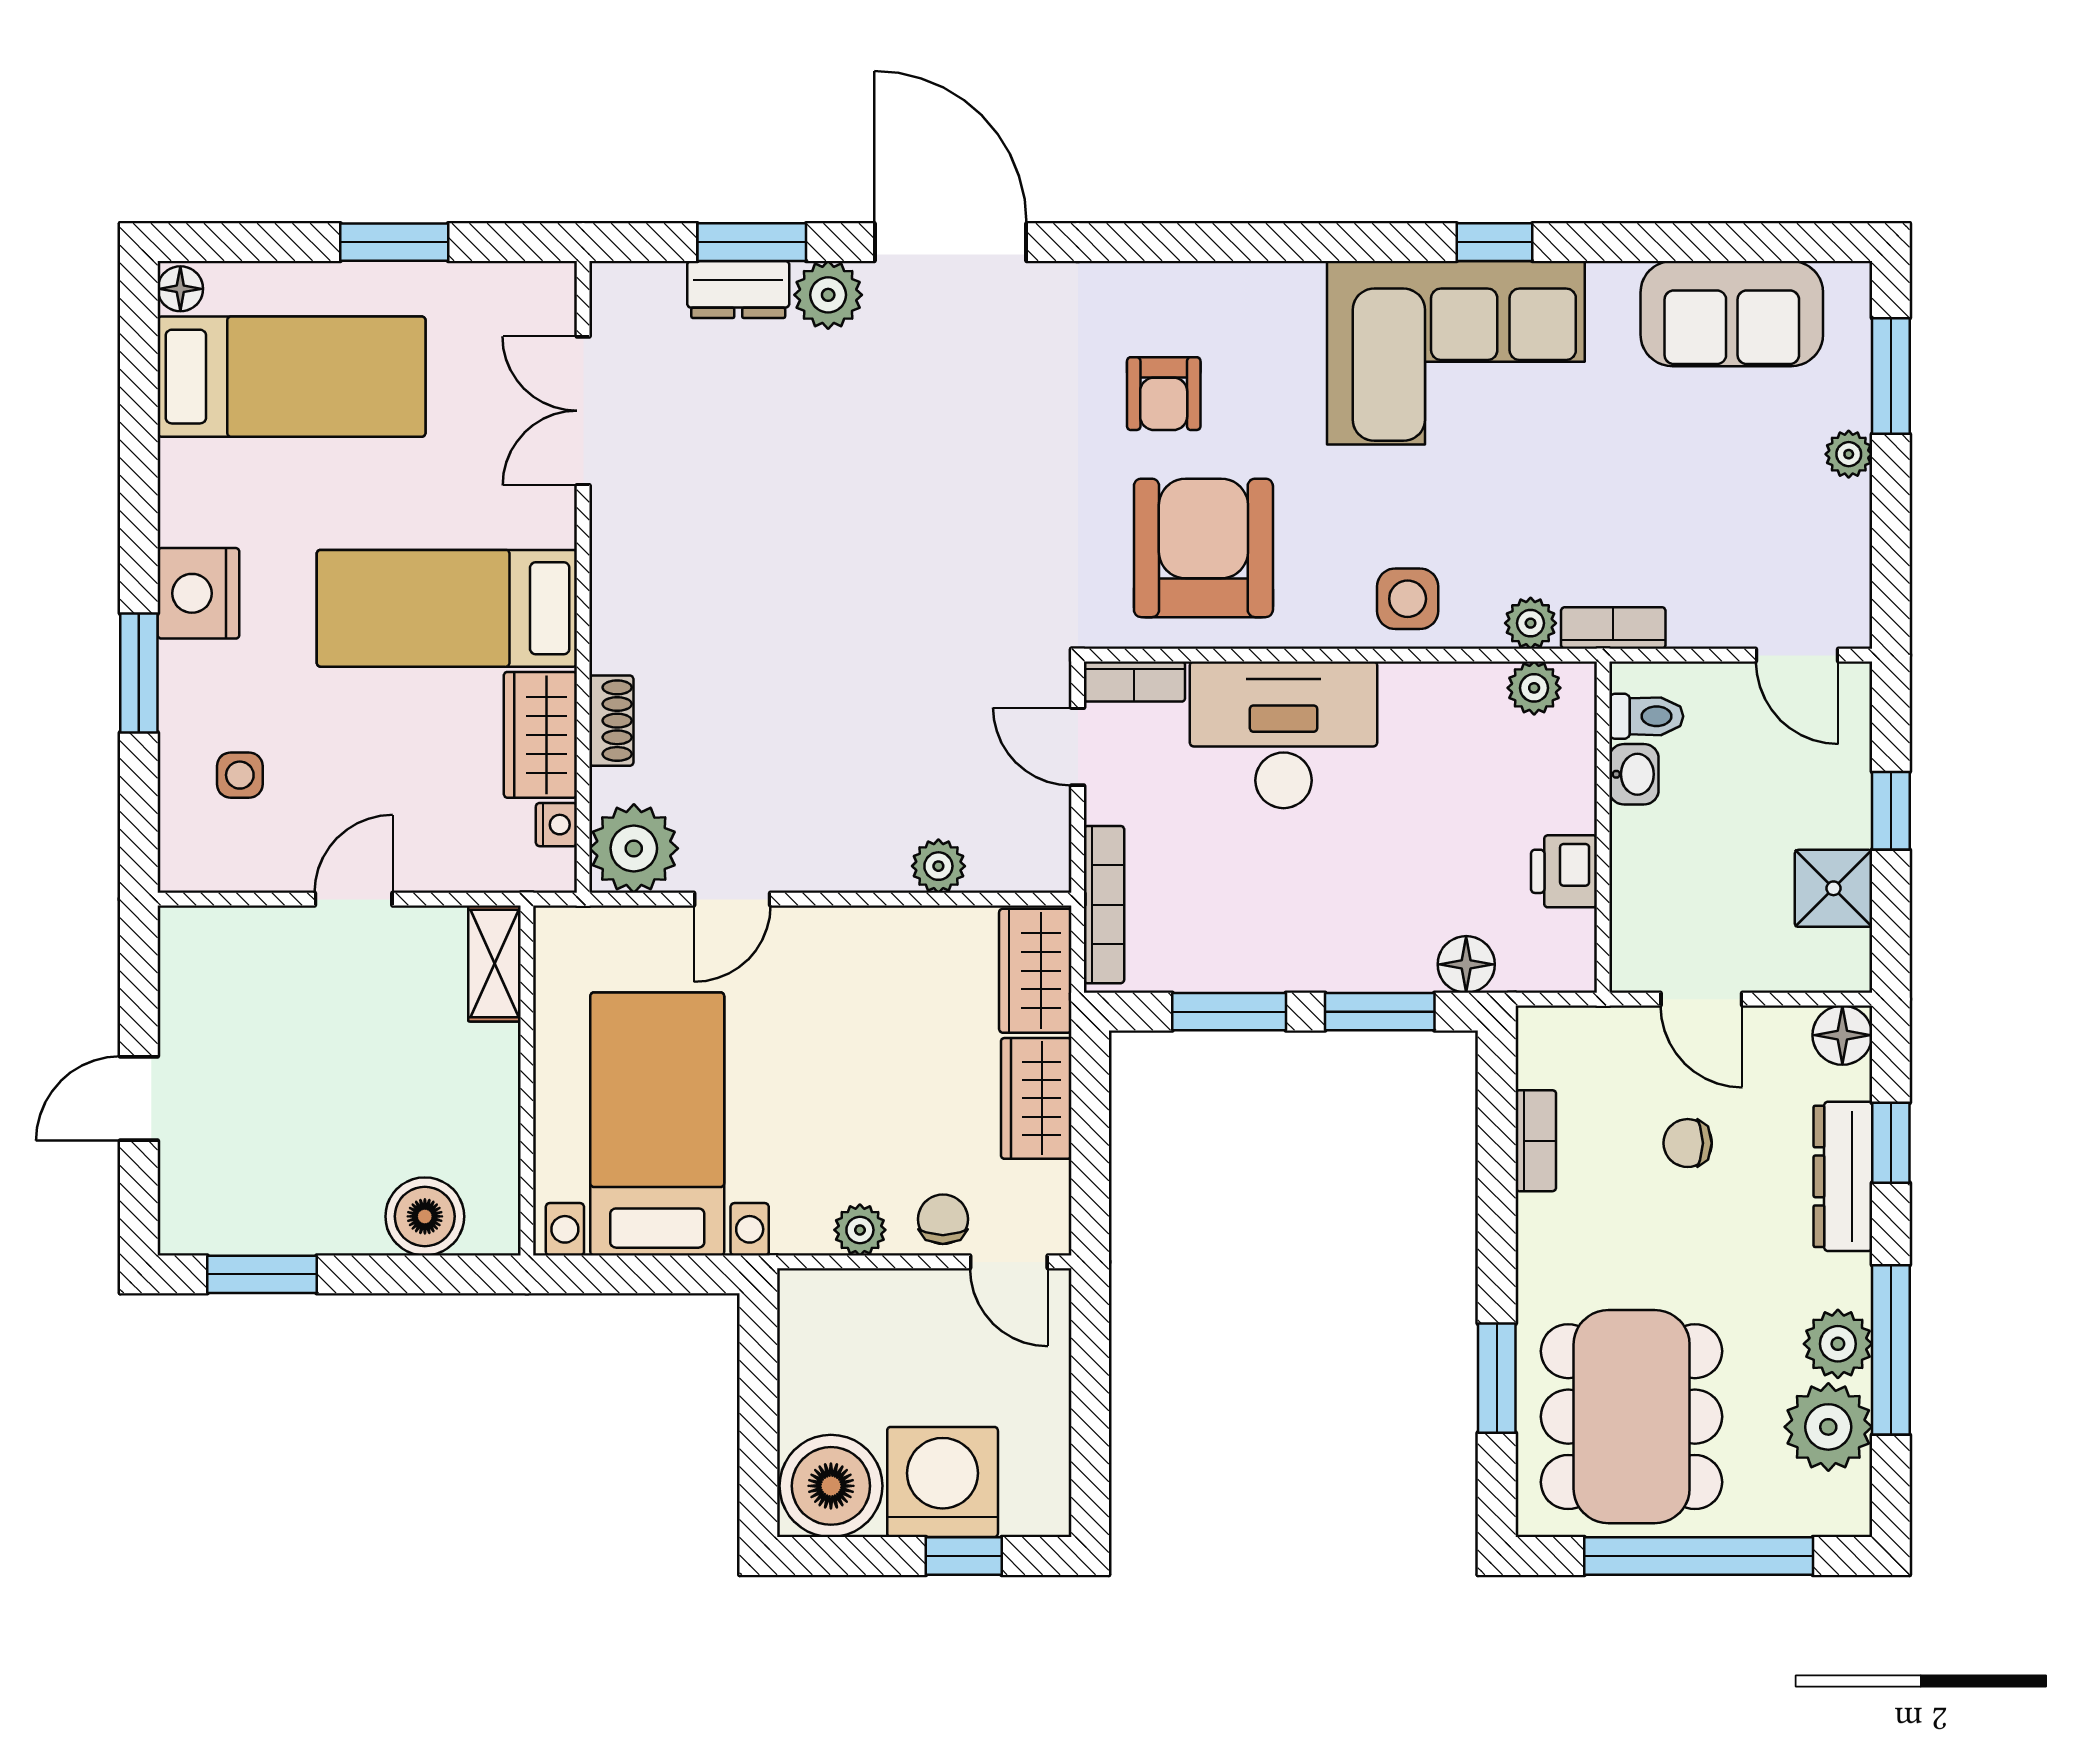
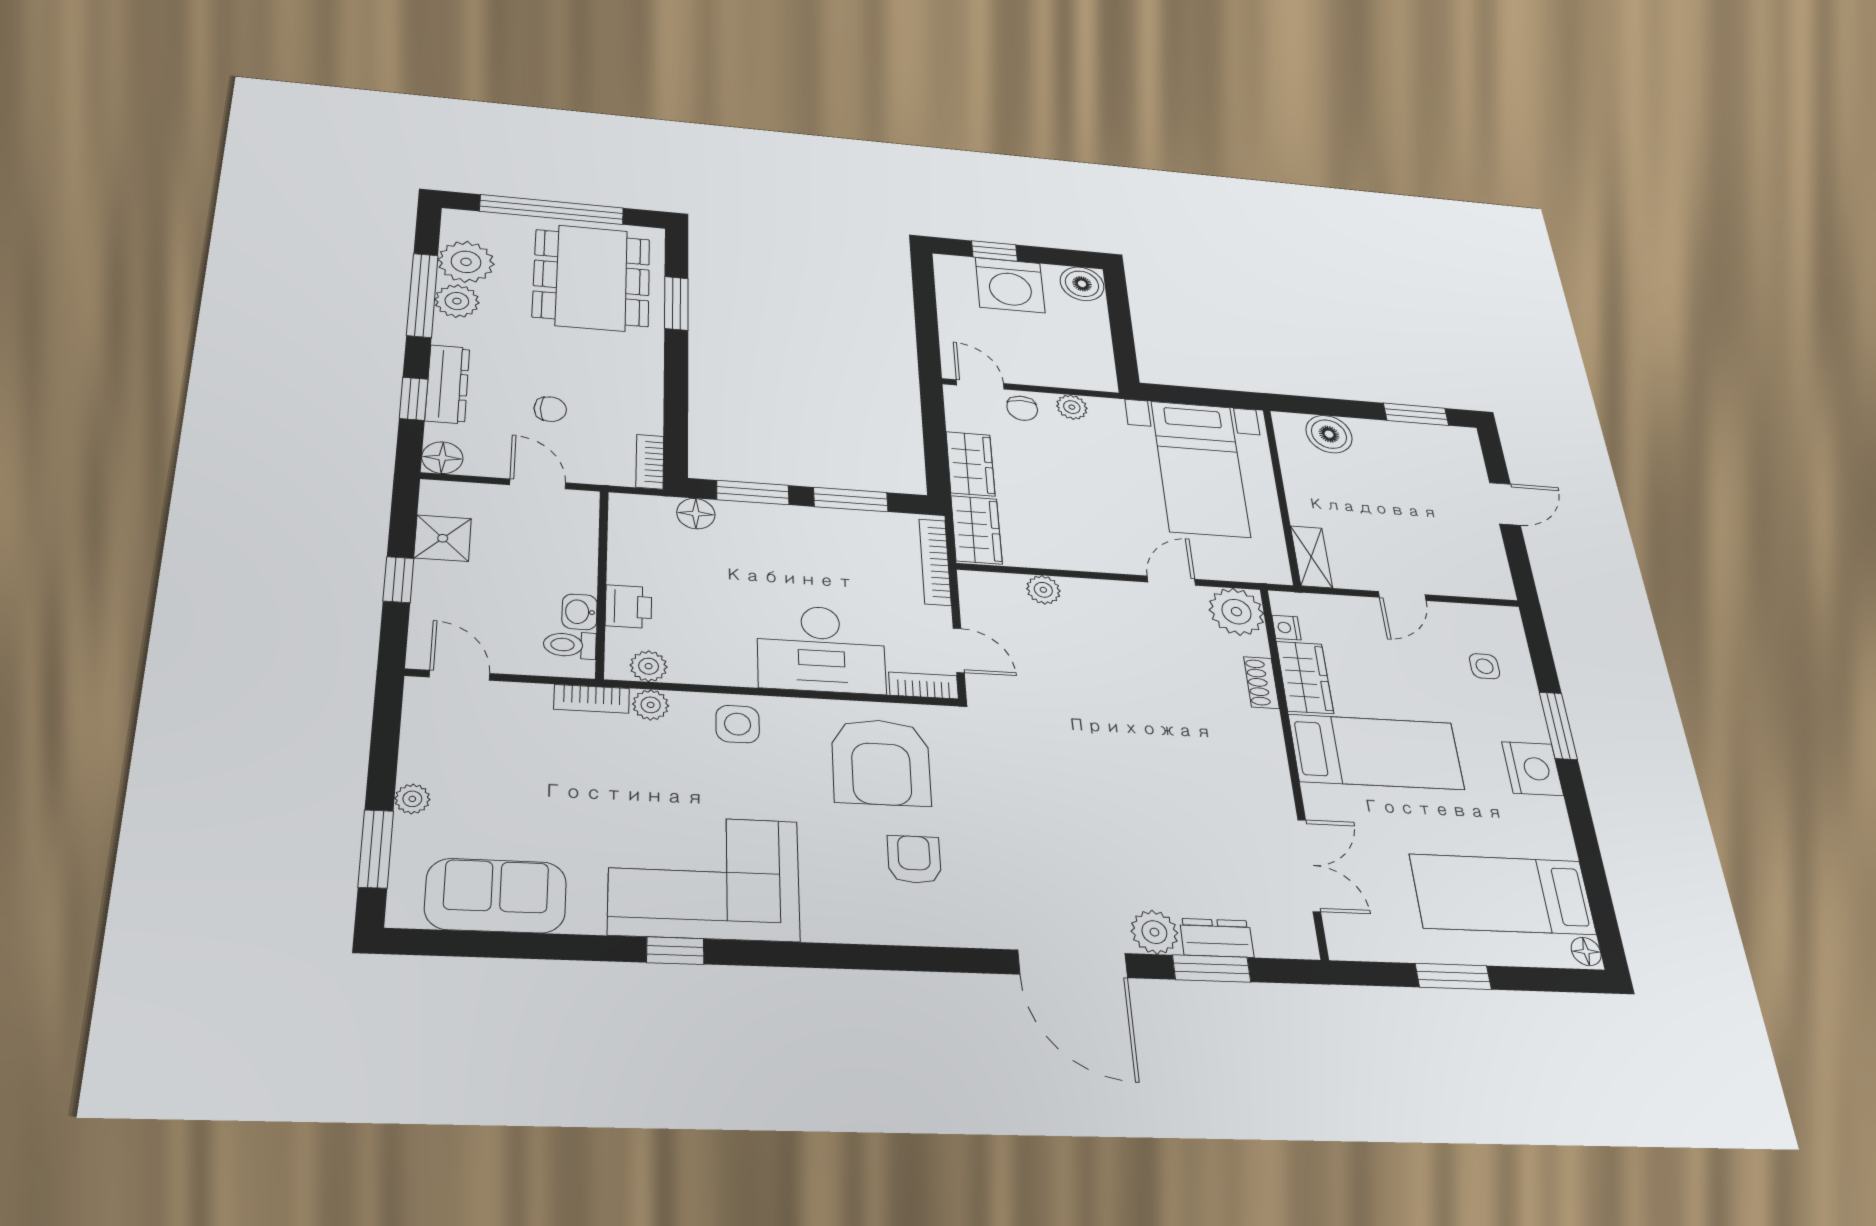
printer: (1564, 871) -> (629, 607), moved
bookcase: (1536, 1141) -> (650, 462), moved
boiler: (831, 1486) -> (1082, 284), width x0.73, depth x0.73

